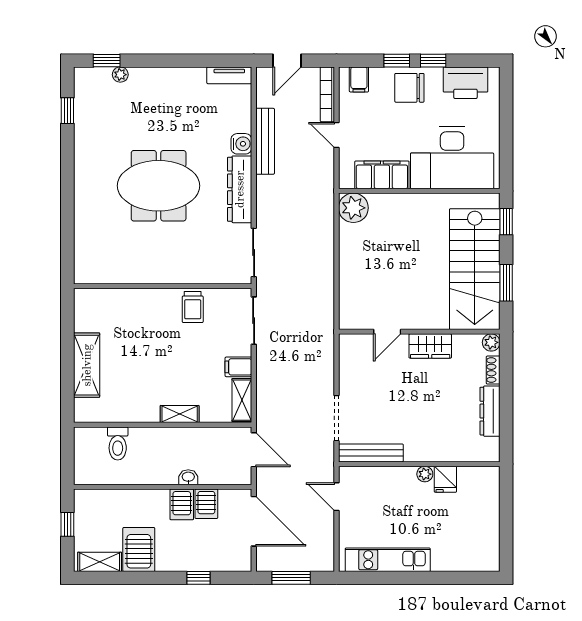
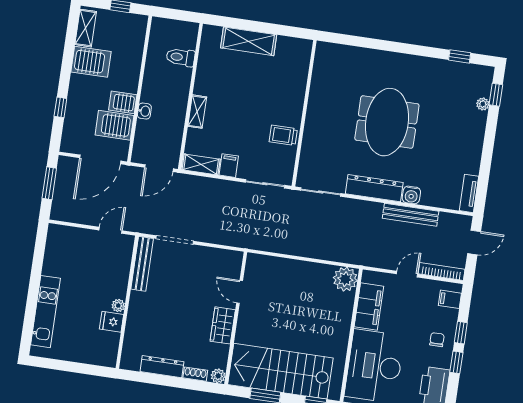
door: (287, 61) -> (474, 243), swing flipped
chair: (409, 88) -> (437, 340), width x0.54, depth x0.54
server rack: (206, 504) -> (114, 125), width x1.36, depth x1.44
kitchen unit: (388, 560) -> (46, 312), moved

